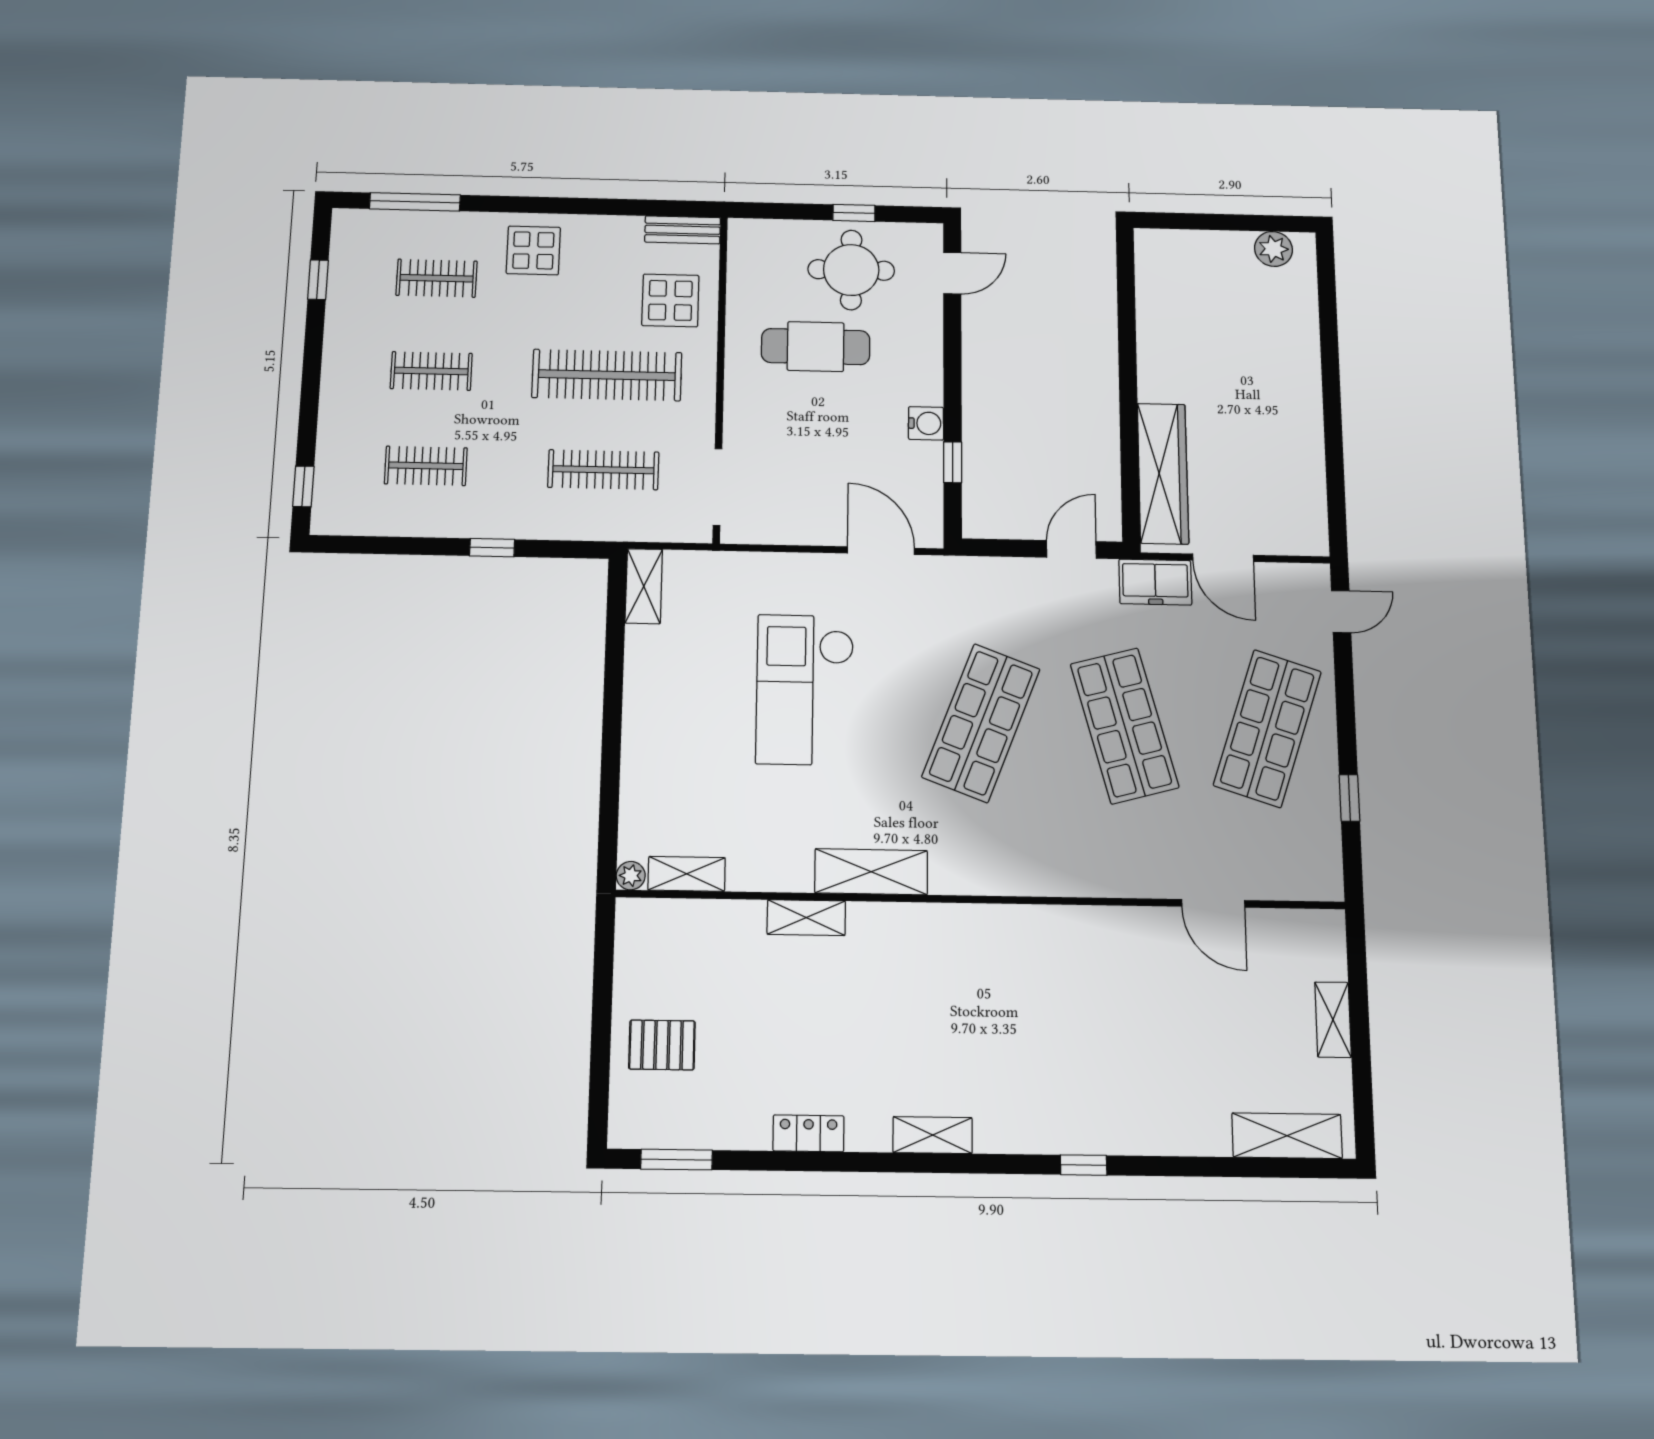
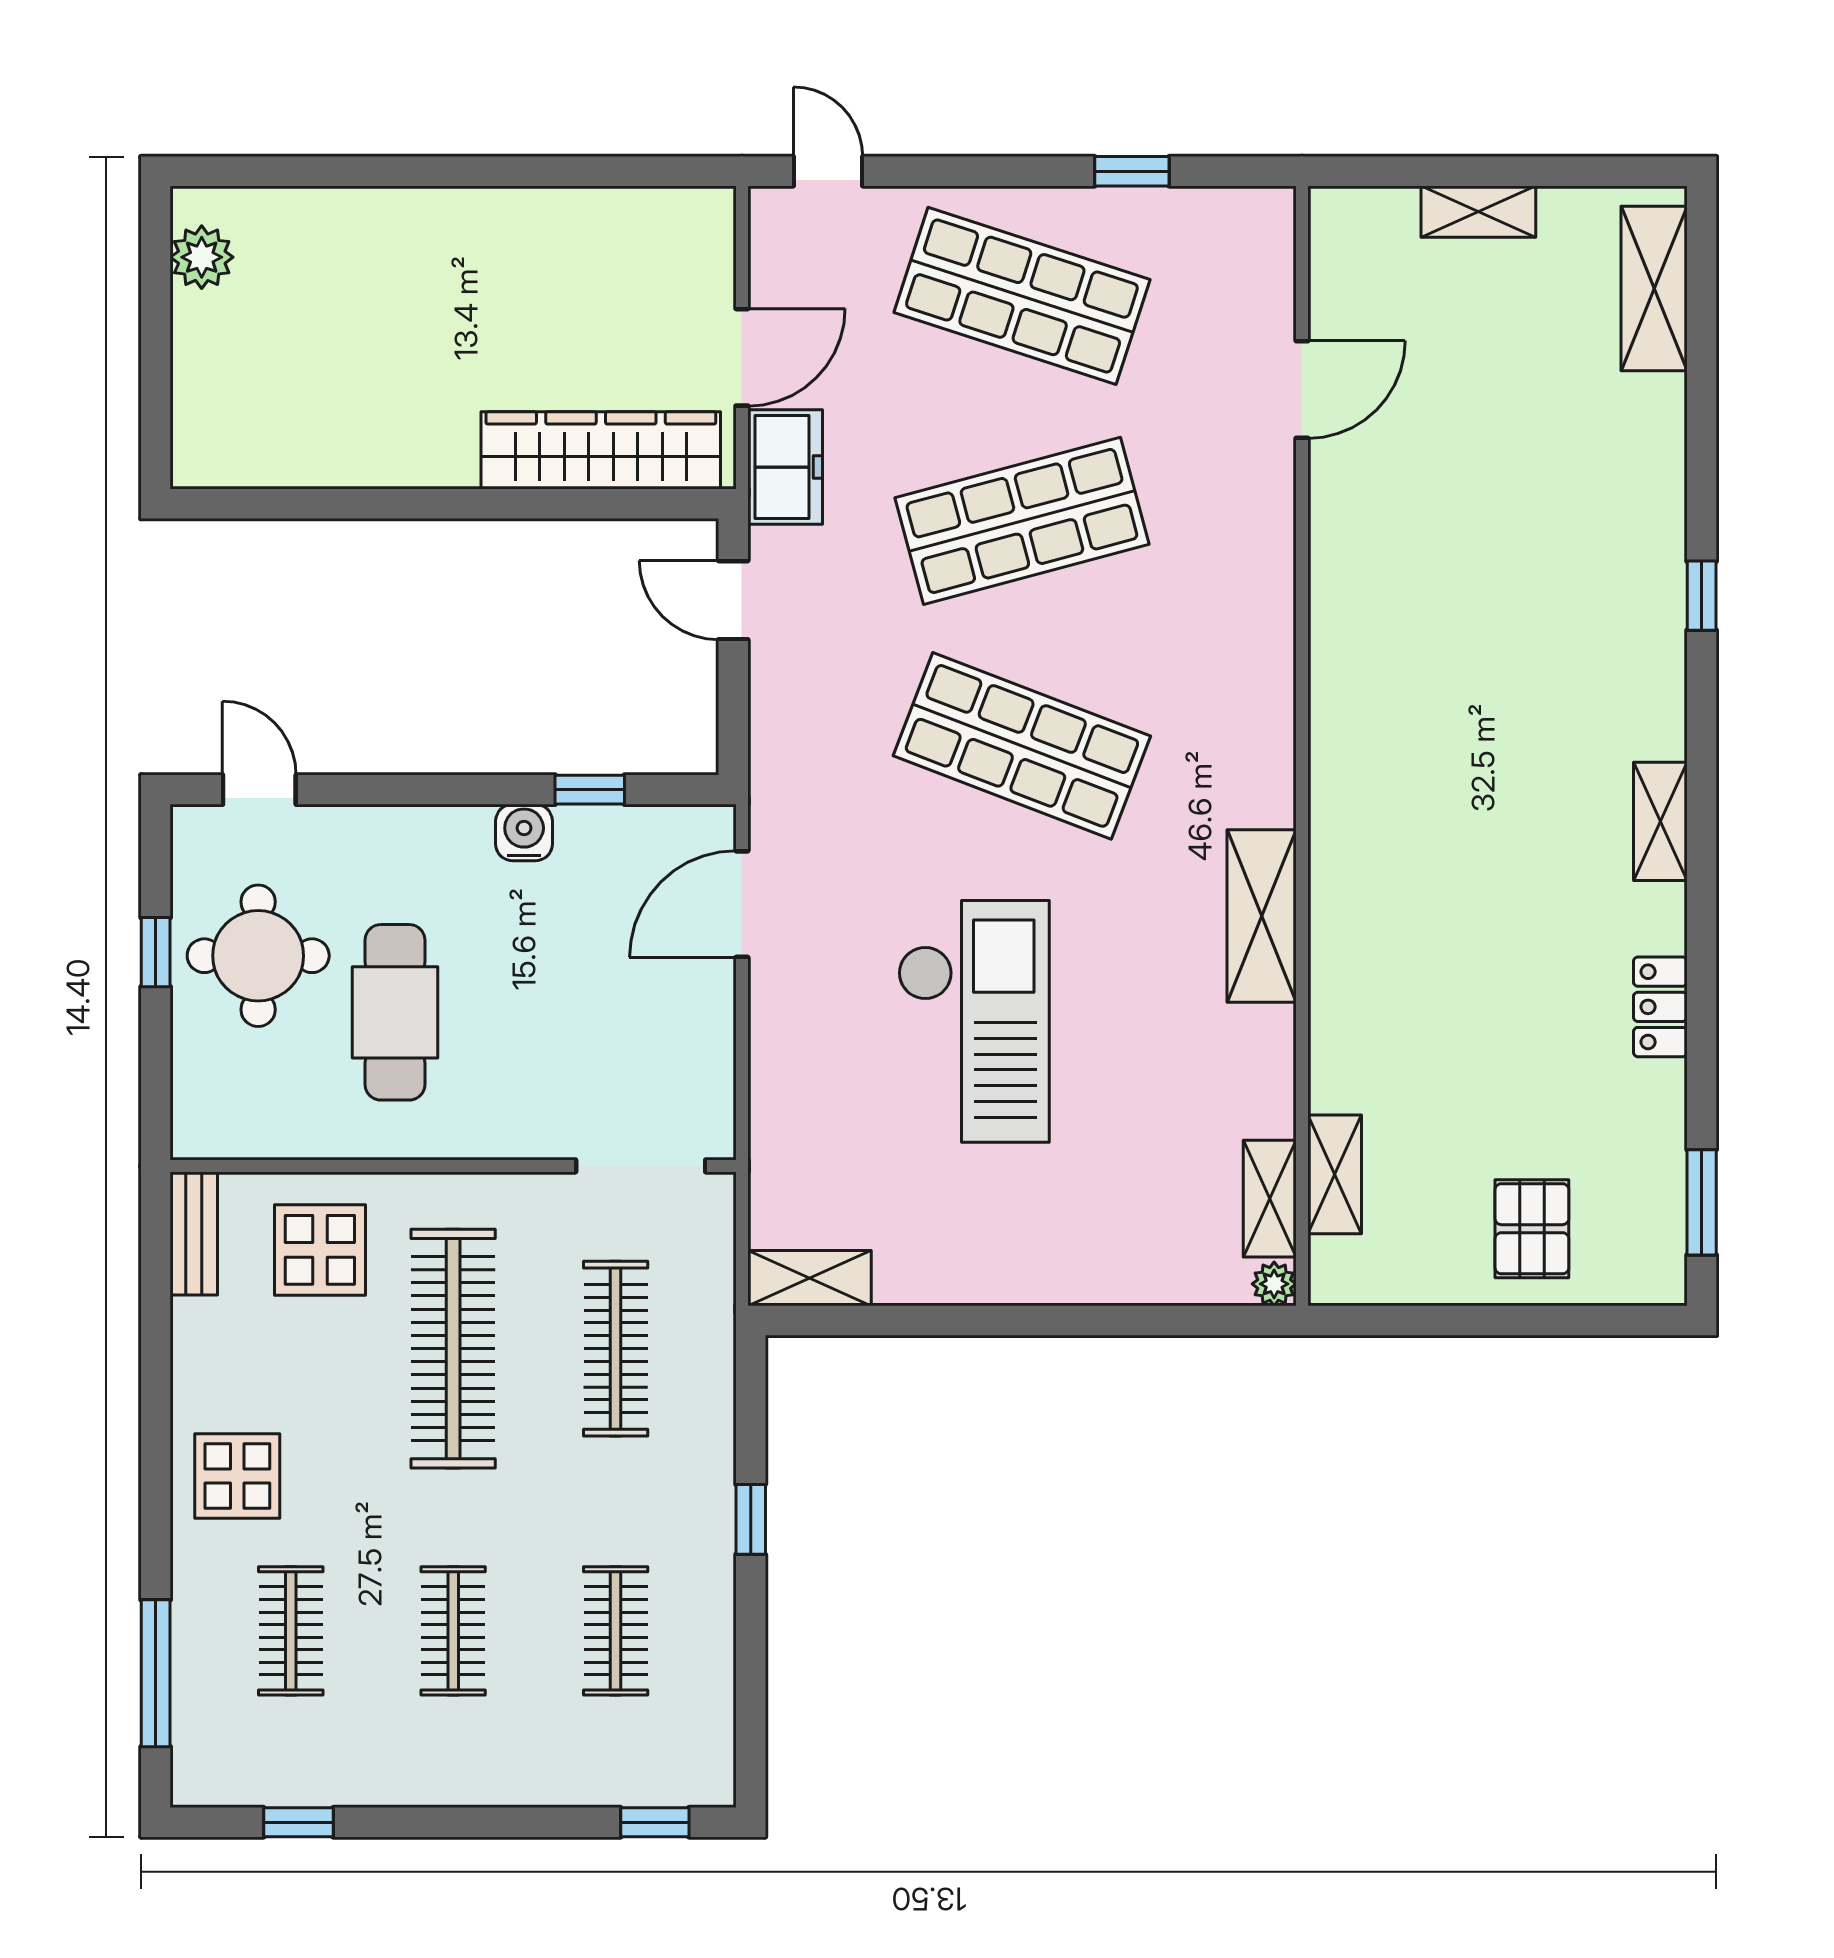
checkout: (805, 690) -> (974, 1021), turned -90
shelving: (806, 918) -> (1335, 1174), moved

